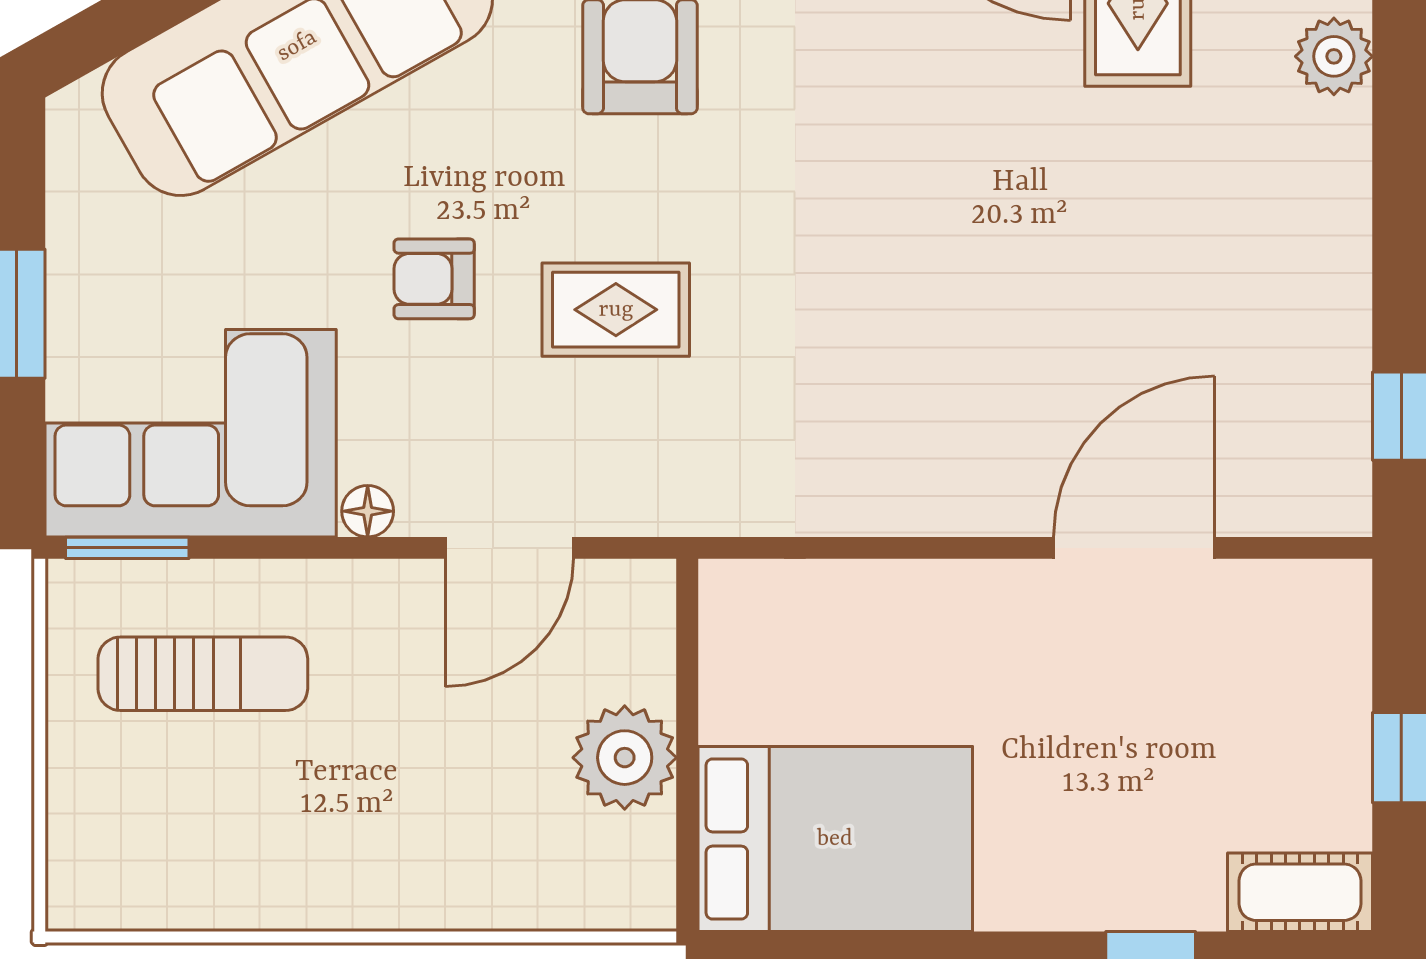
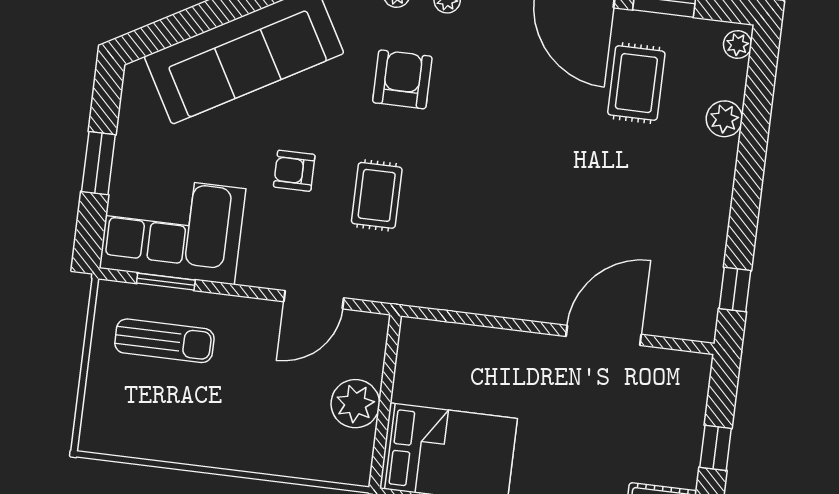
rug: (616, 310) -> (377, 195), turned 90
floor lamp: (368, 511) -> (250, 275), removed
window: (127, 548) -> (166, 282), moved

